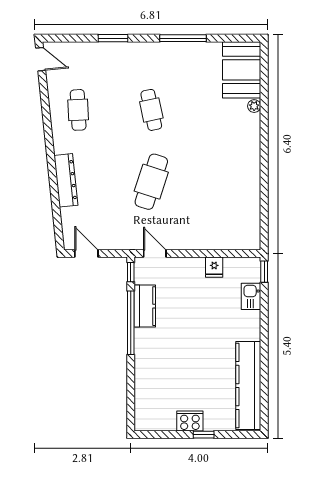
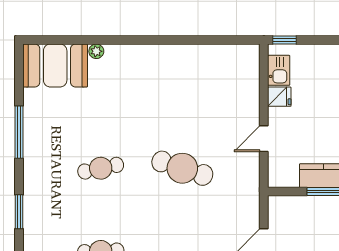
door: (155, 253) -> (264, 139), moved
window: (131, 272) -> (285, 192), removed
kitchen sink: (251, 296) -> (279, 70), moved, turned -90

